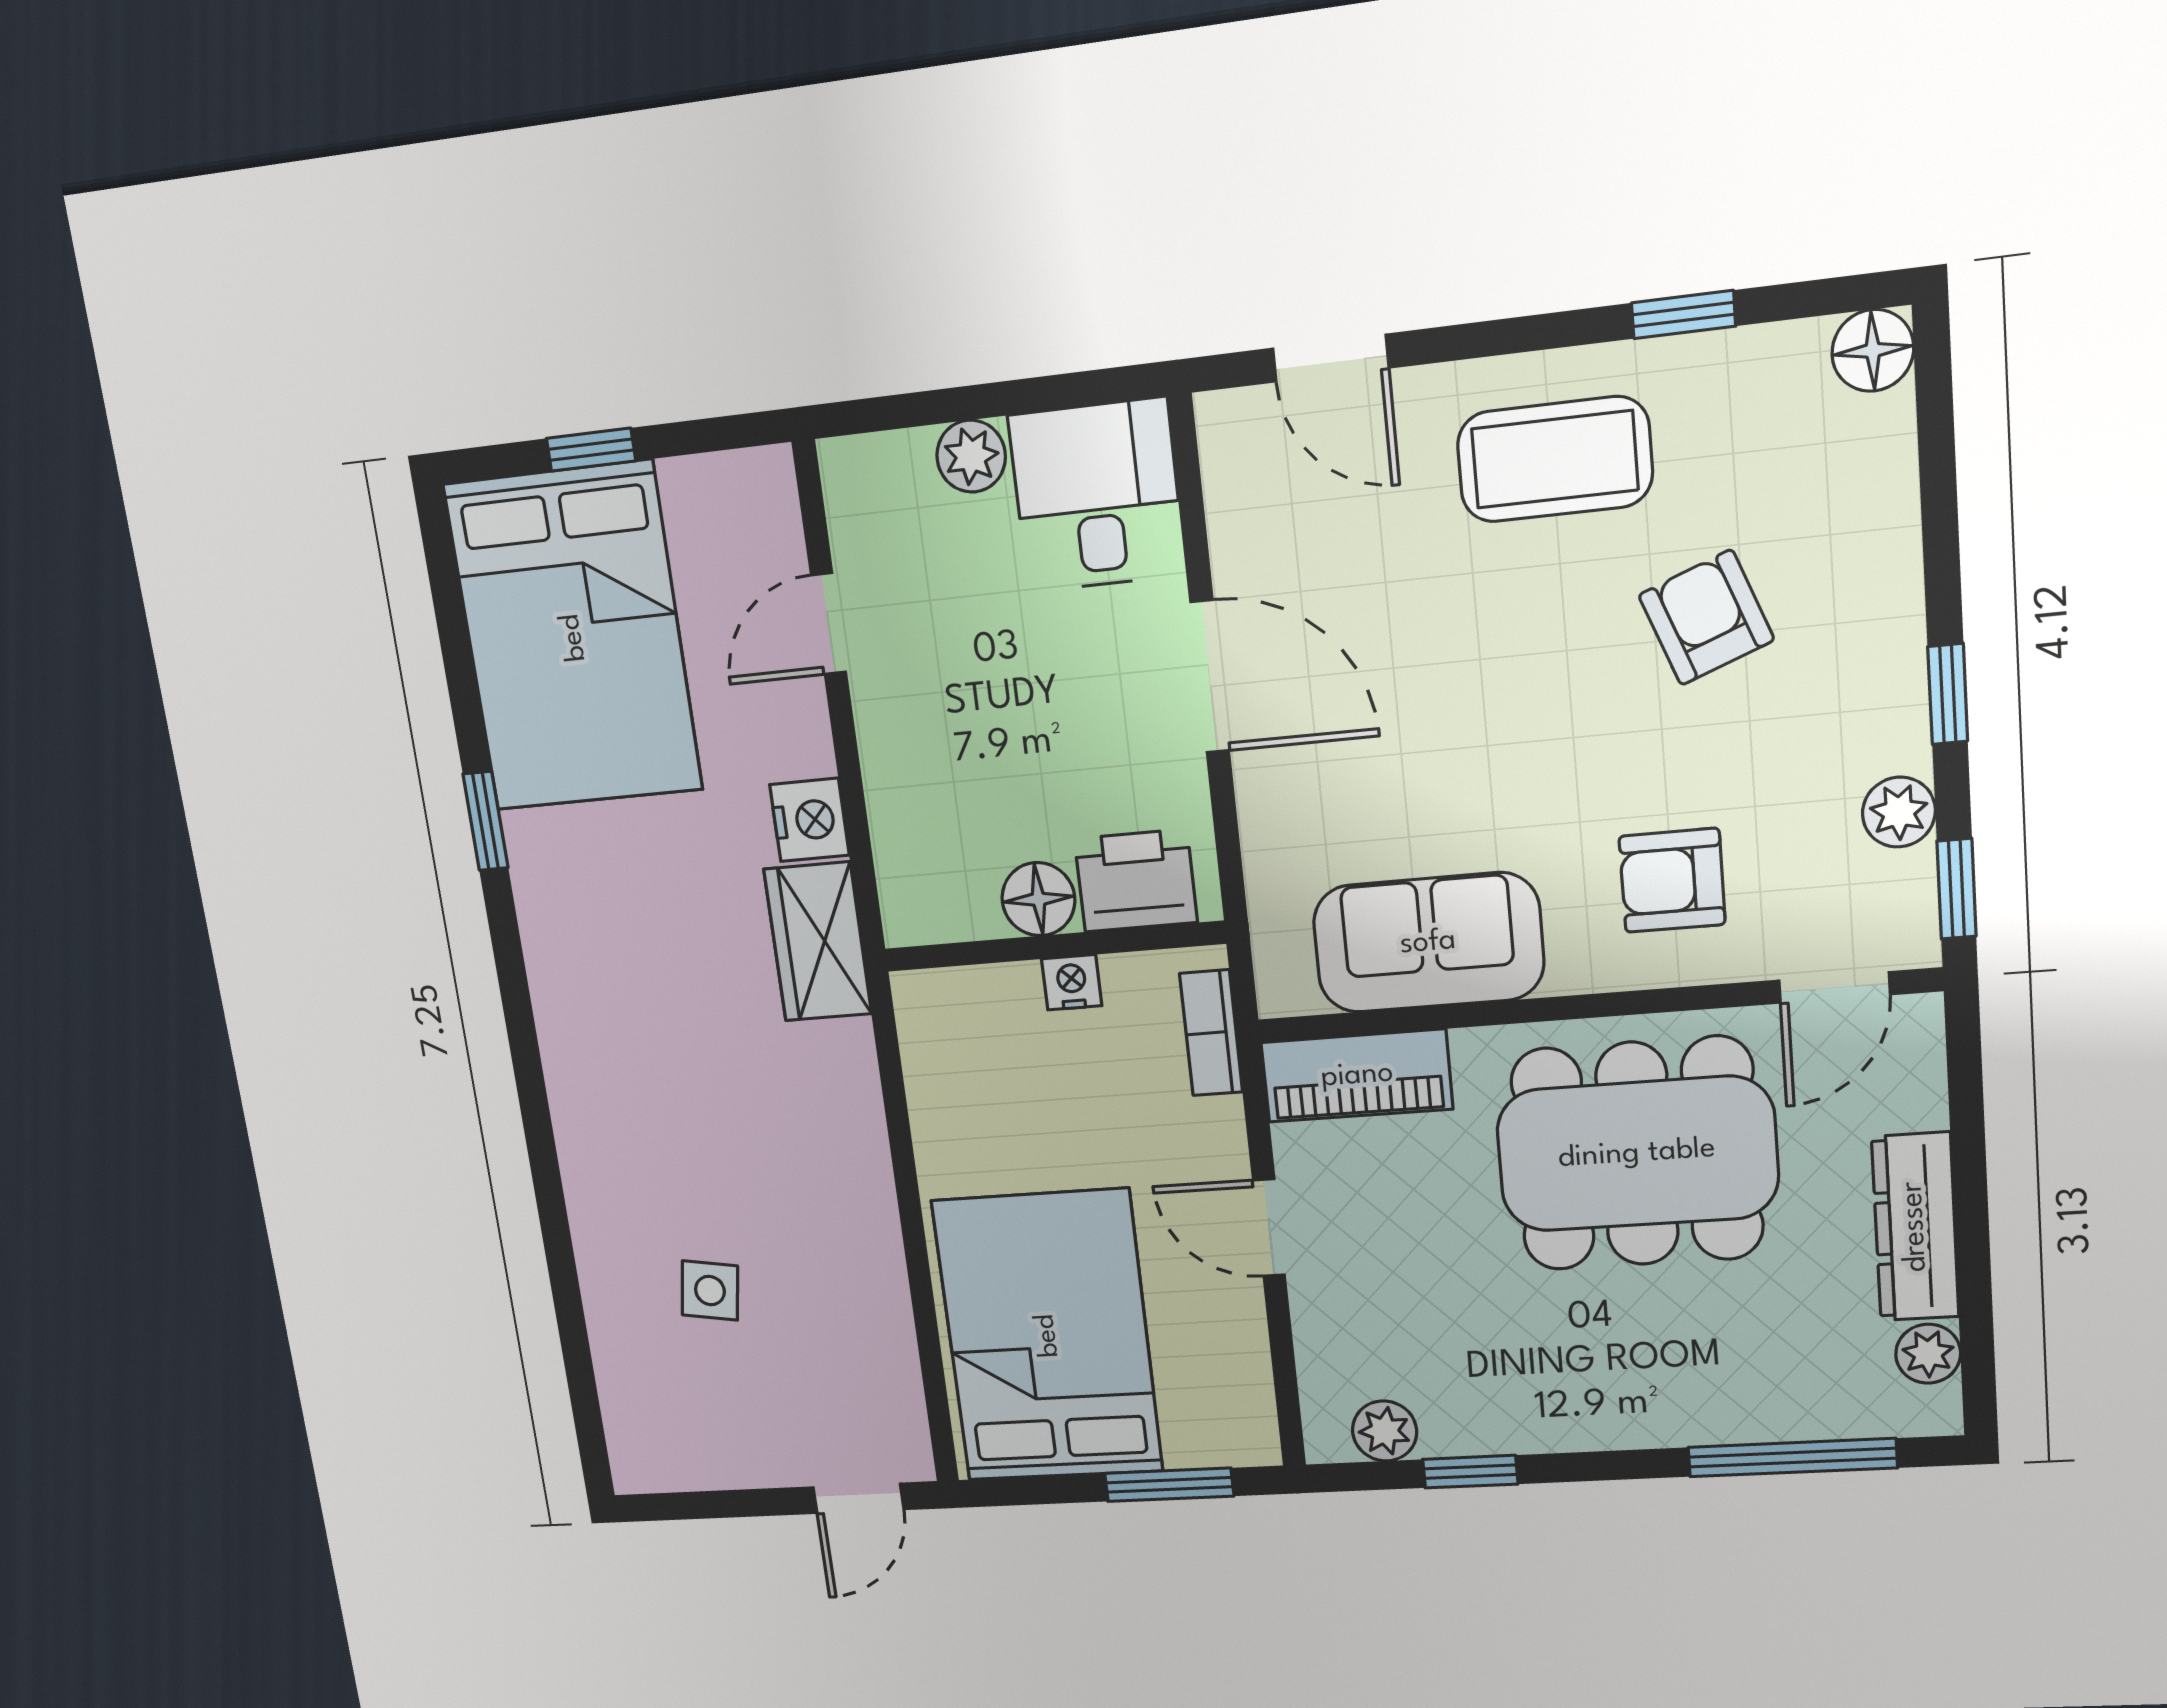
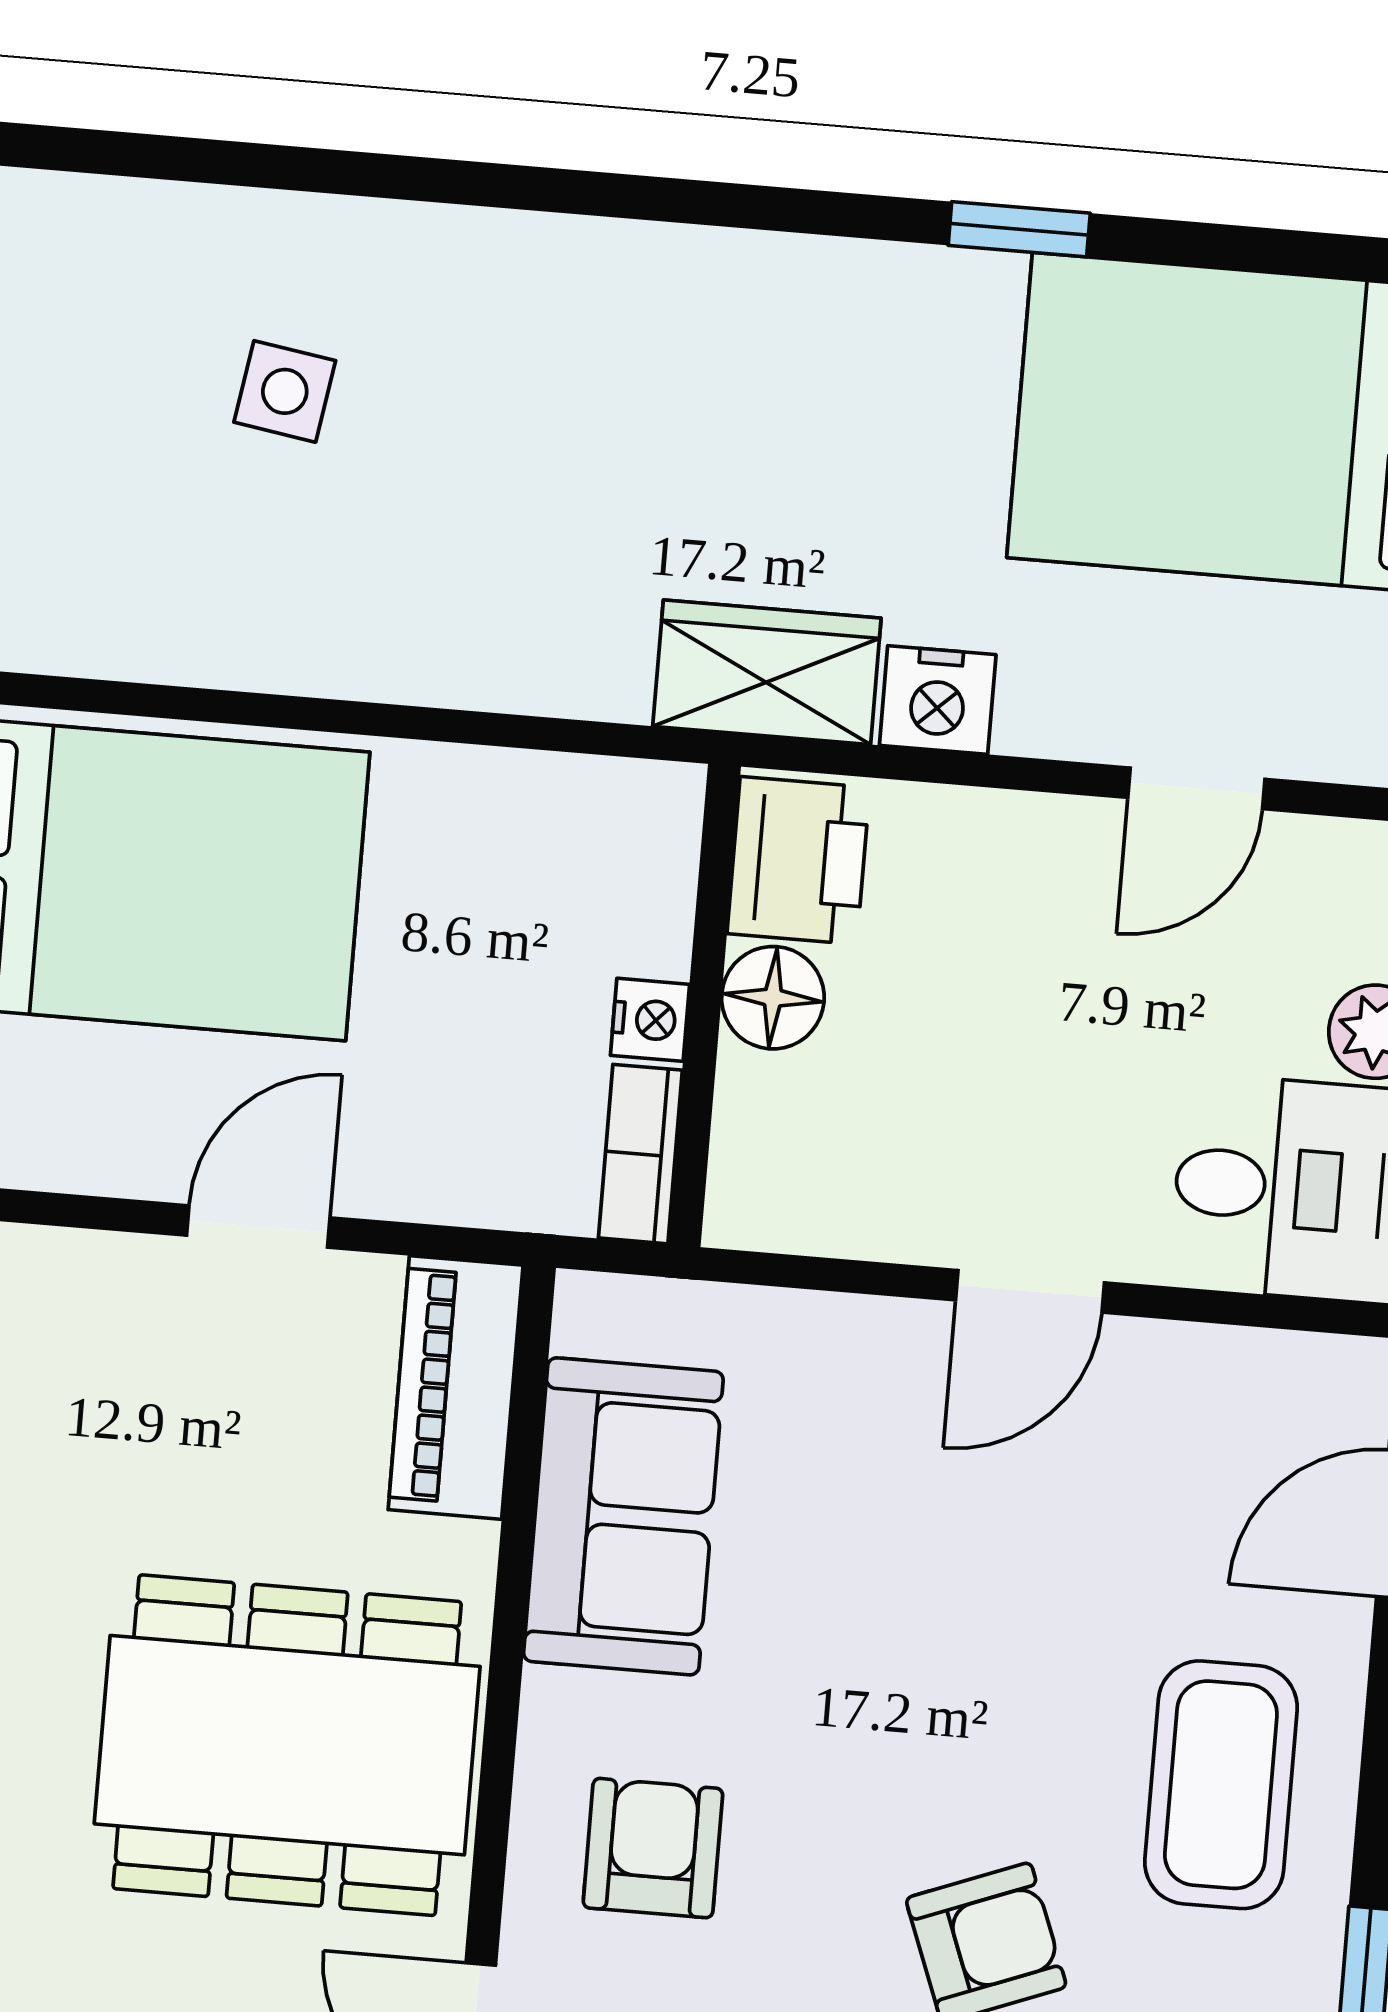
door: (829, 624) -> (1196, 788), swing flipped
door: (1210, 677) -> (1030, 1291), width x0.73
printer: (1136, 881) -> (798, 860), moved
bookcase: (1211, 1033) -> (640, 1154), moved, turned -90
dining table: (1637, 1154) -> (287, 1745), turned 90

